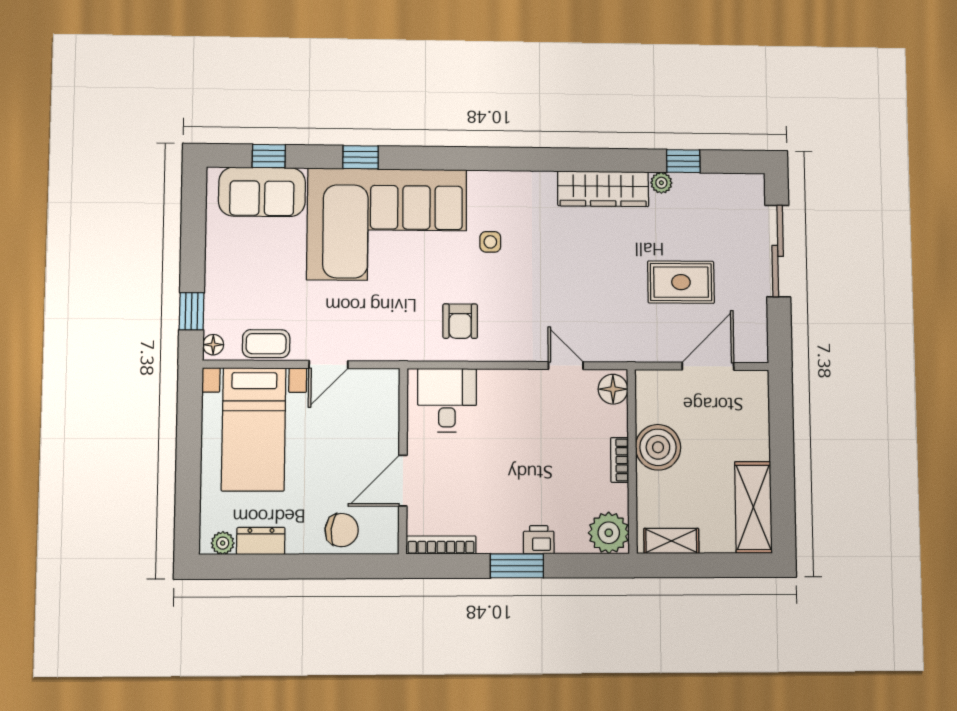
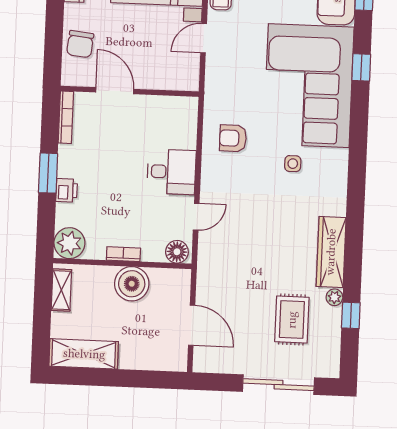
rug: (681, 282) -> (292, 320), moved
door: (328, 365) -> (204, 38), hinge flipped
desk: (447, 400) -> (172, 172), moved

